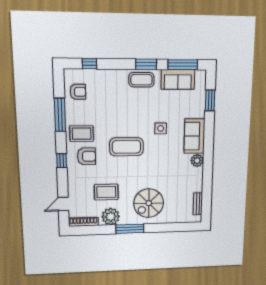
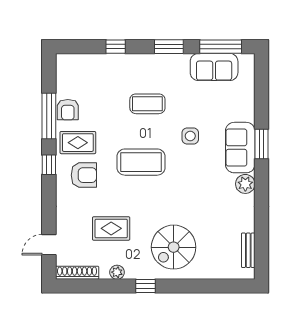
window: (90, 64) -> (116, 47), moved
coffee table: (141, 80) -> (147, 104), moved
armchair: (78, 92) -> (68, 110), moved, turned 90
window: (210, 100) -> (262, 144), moved
window: (62, 161) -> (49, 165), moved
plant: (111, 217) -> (117, 272), width x0.53, depth x0.53
window: (130, 229) -> (146, 286), width x0.46

